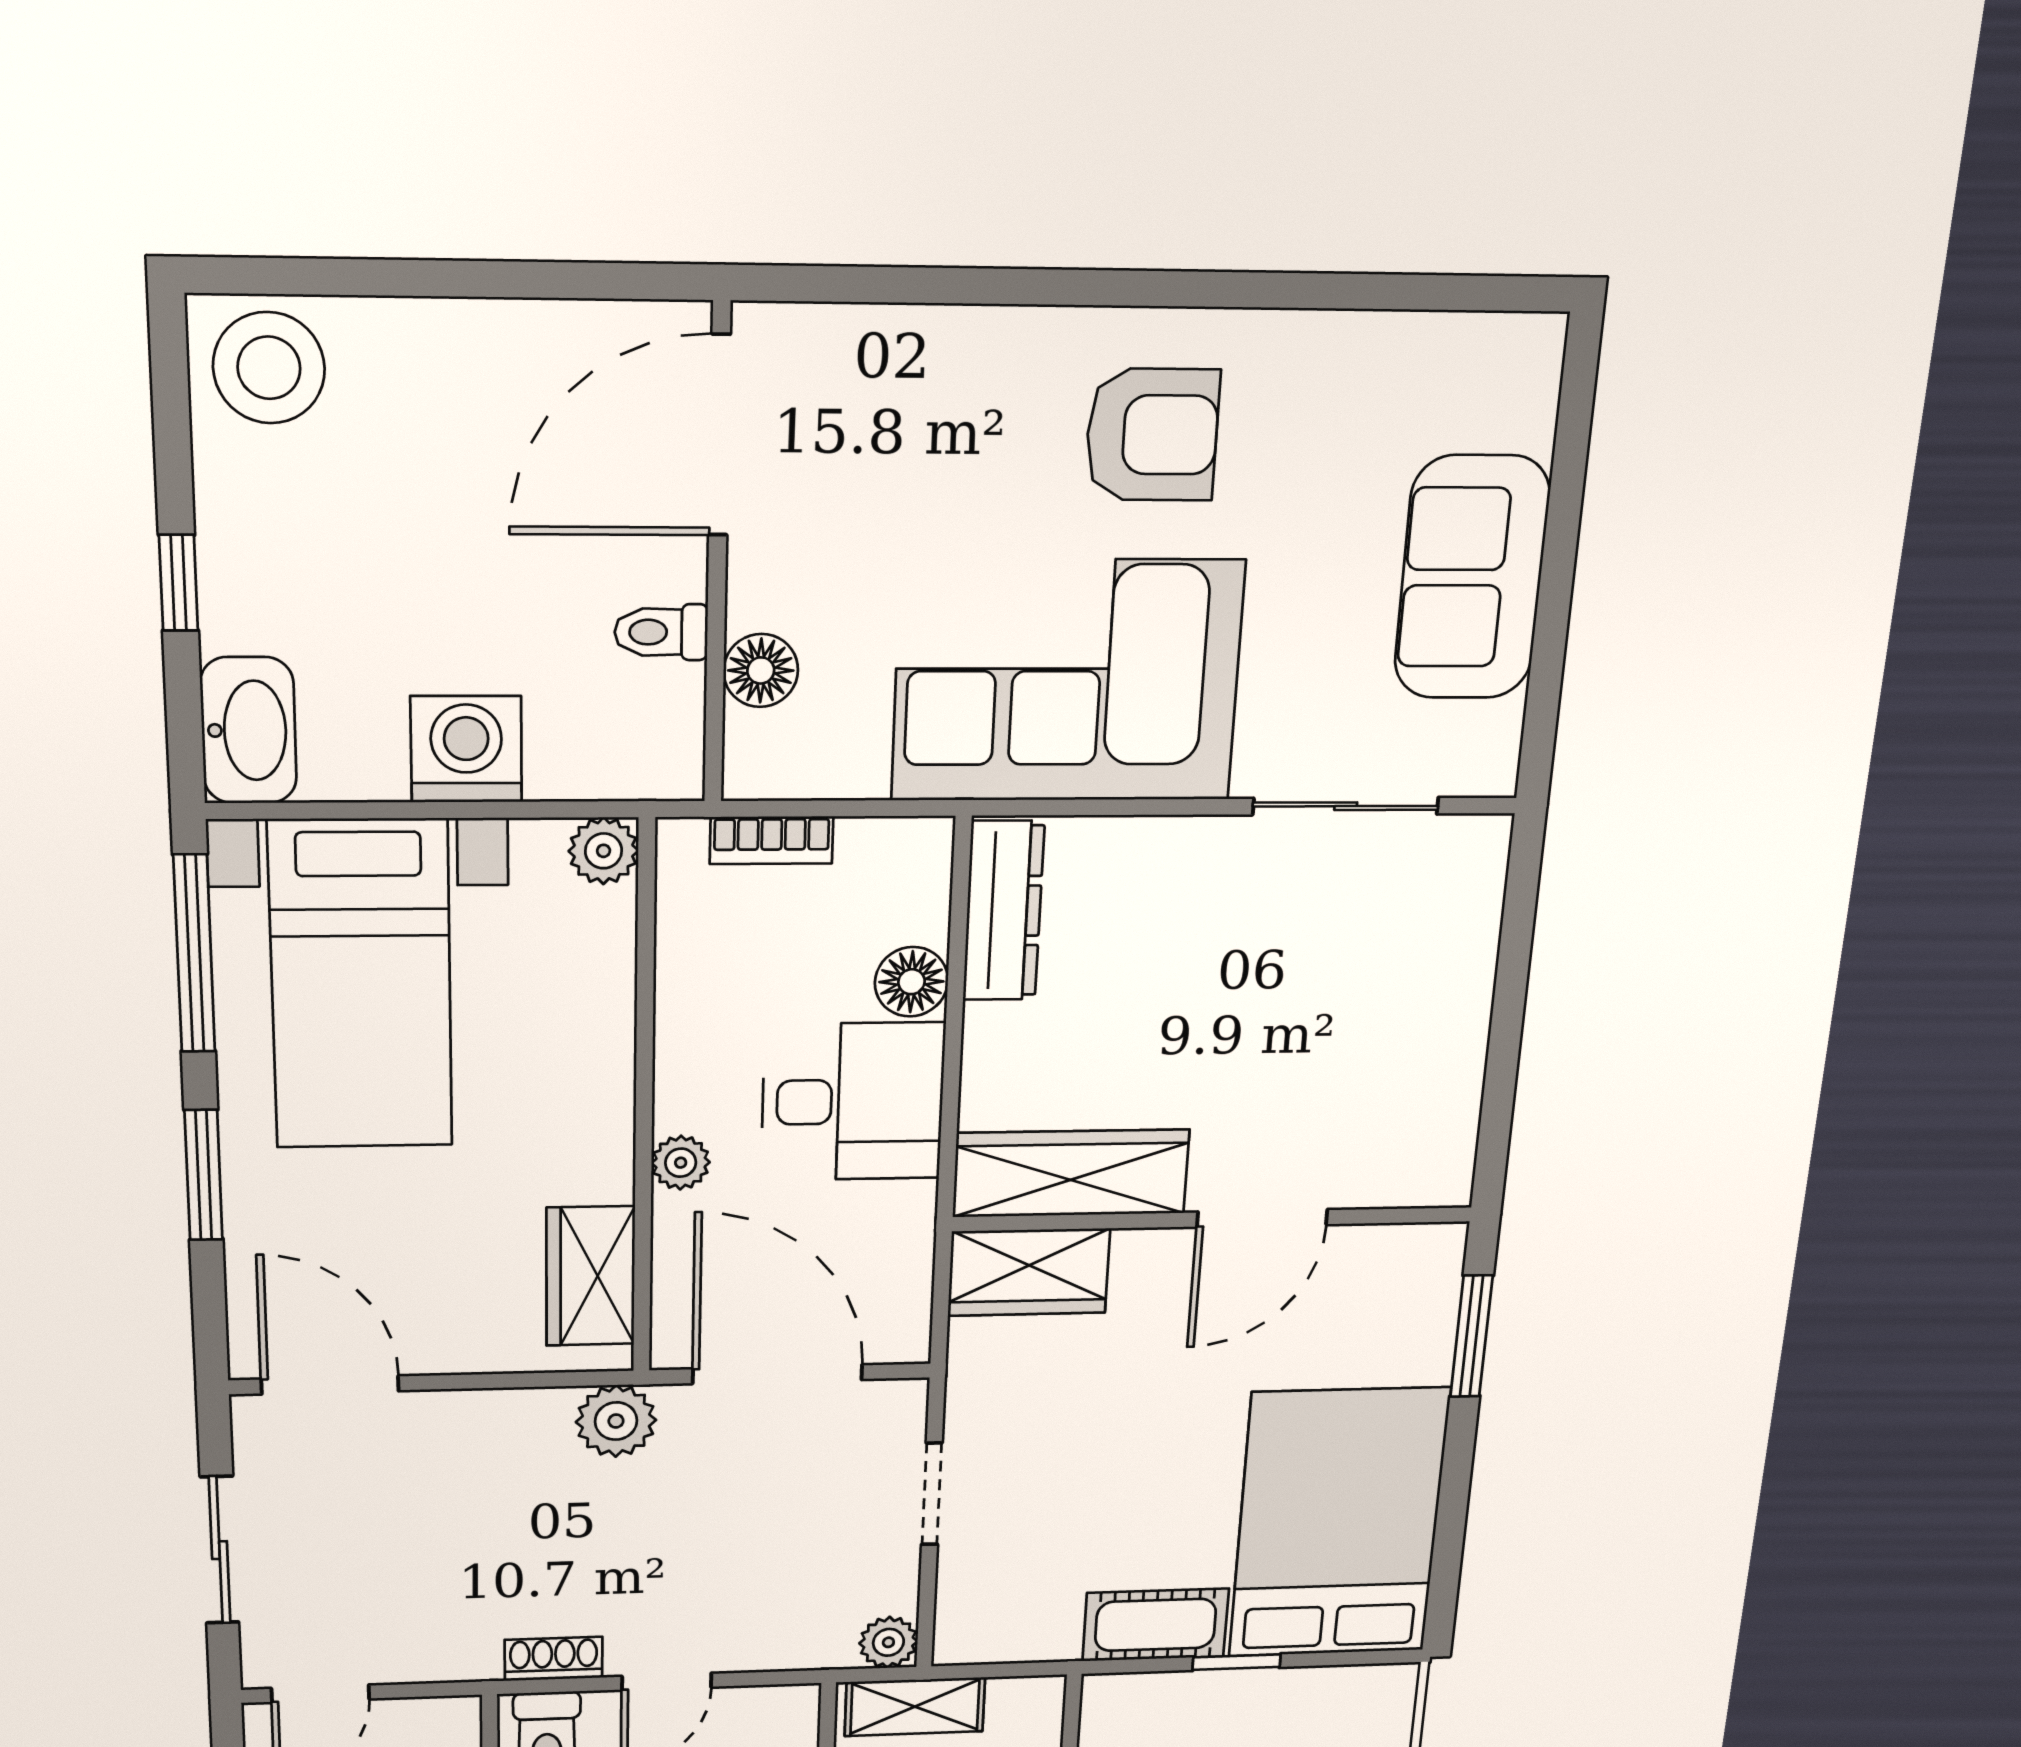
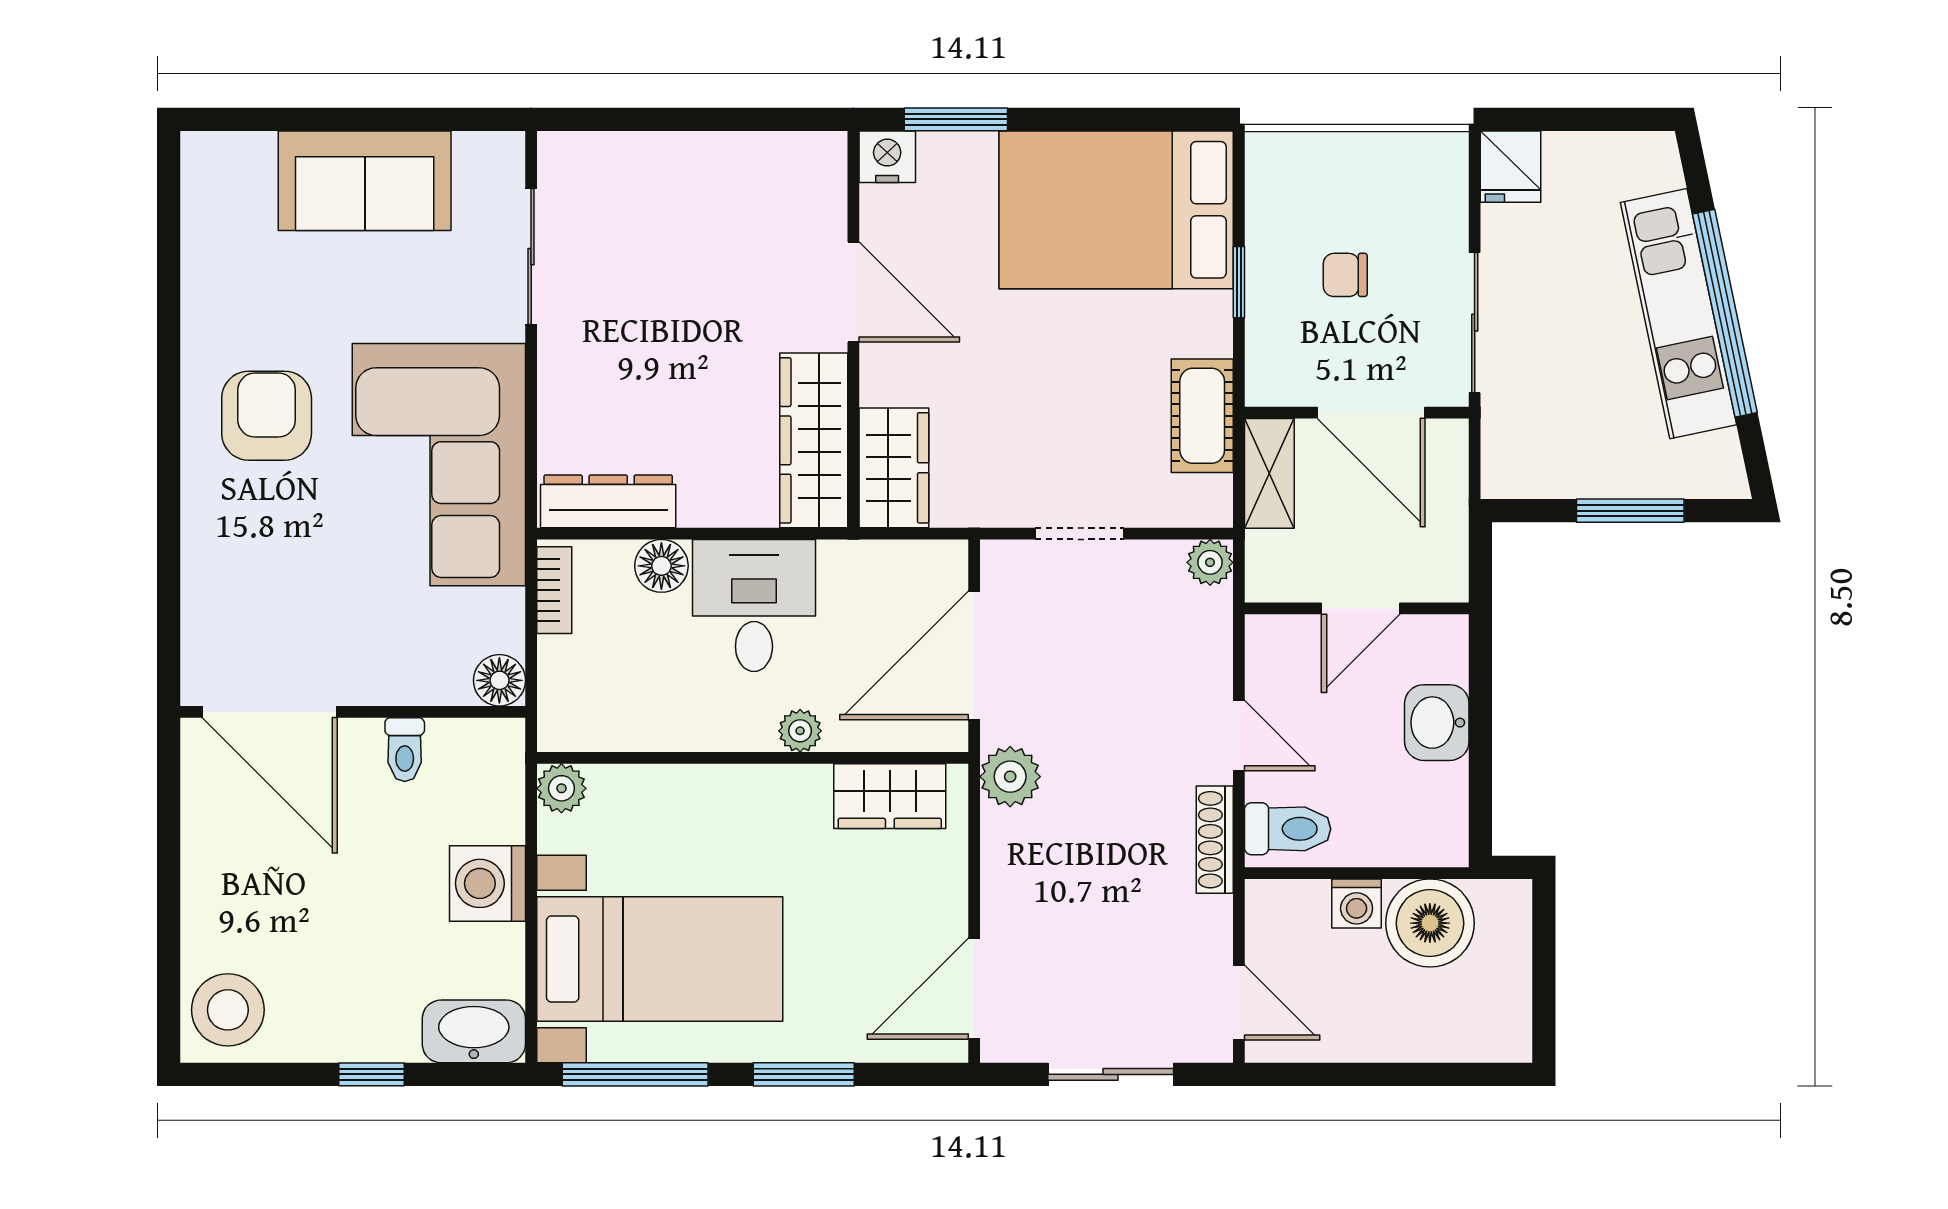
floor lamp: (761, 670) -> (499, 680), moved
bookcase: (772, 840) -> (554, 590), moved
nightstand: (1433, 1256) -> (887, 157), added
cot: (1156, 1625) -> (1202, 416), moved
shoe rack: (554, 1659) -> (1215, 840), width x1.43
shelving: (915, 1707) -> (1269, 473), moved

